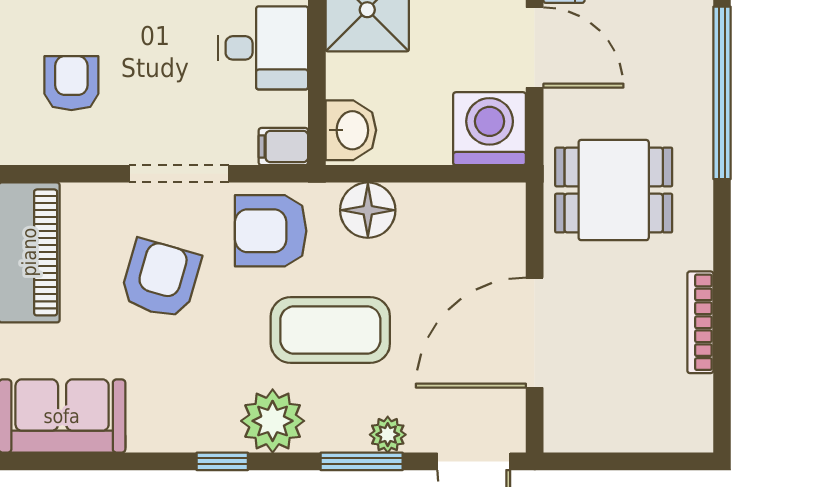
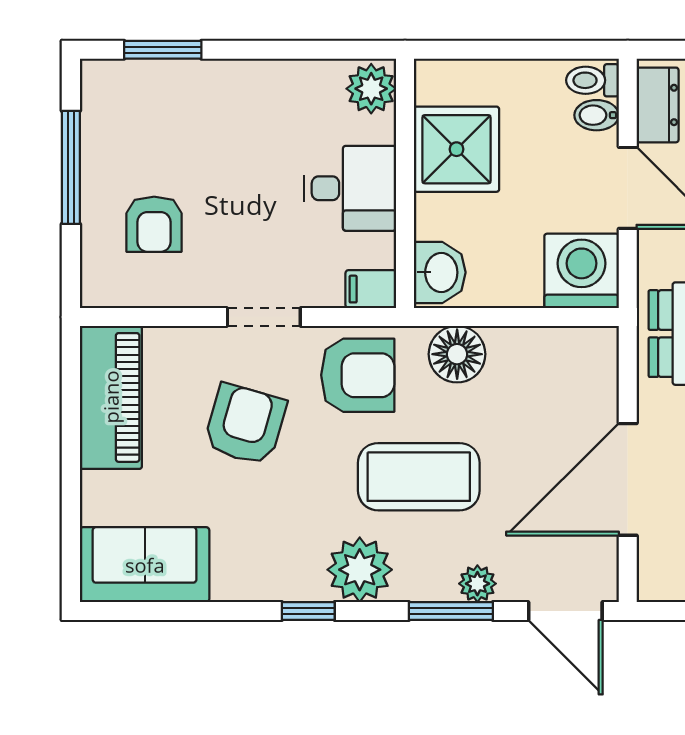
armchair: (71, 83) -> (154, 224), turned 180
doorway: (179, 174) -> (264, 317), width x0.73
armchair: (271, 231) -> (358, 375), turned 180

